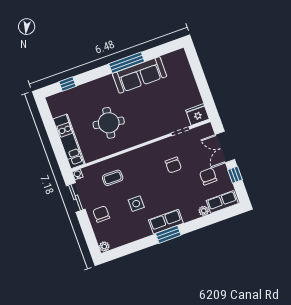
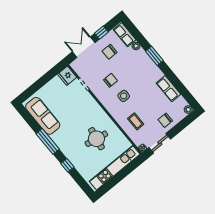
sofa: (140, 75) -> (43, 116), moved
window: (68, 84) -> (67, 165), moved
kitchen unit: (69, 141) -> (115, 168), width x1.36
double door: (225, 147) -> (84, 47), swing flipped
side table: (136, 204) -> (124, 96), moved
row of seats: (166, 222) -> (168, 89), moved
window: (168, 234) -> (154, 56), moved

